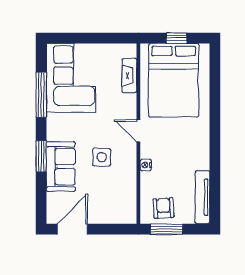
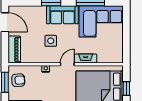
fireplace: (129, 76) -> (86, 59), moved
sofa: (61, 167) -> (62, 15), moved
piano: (115, 214) -> (14, 50), added

